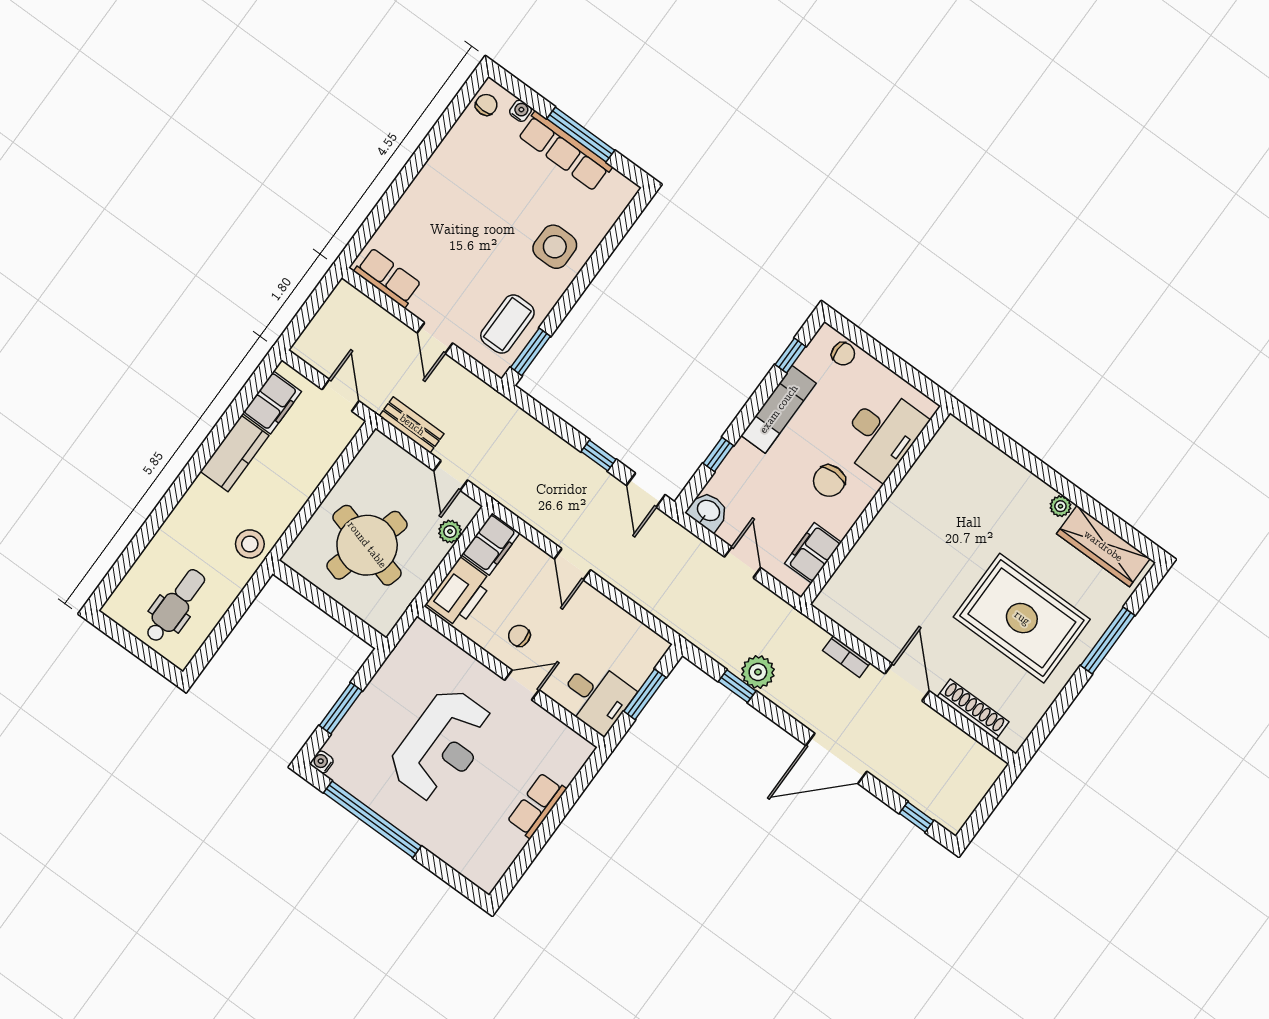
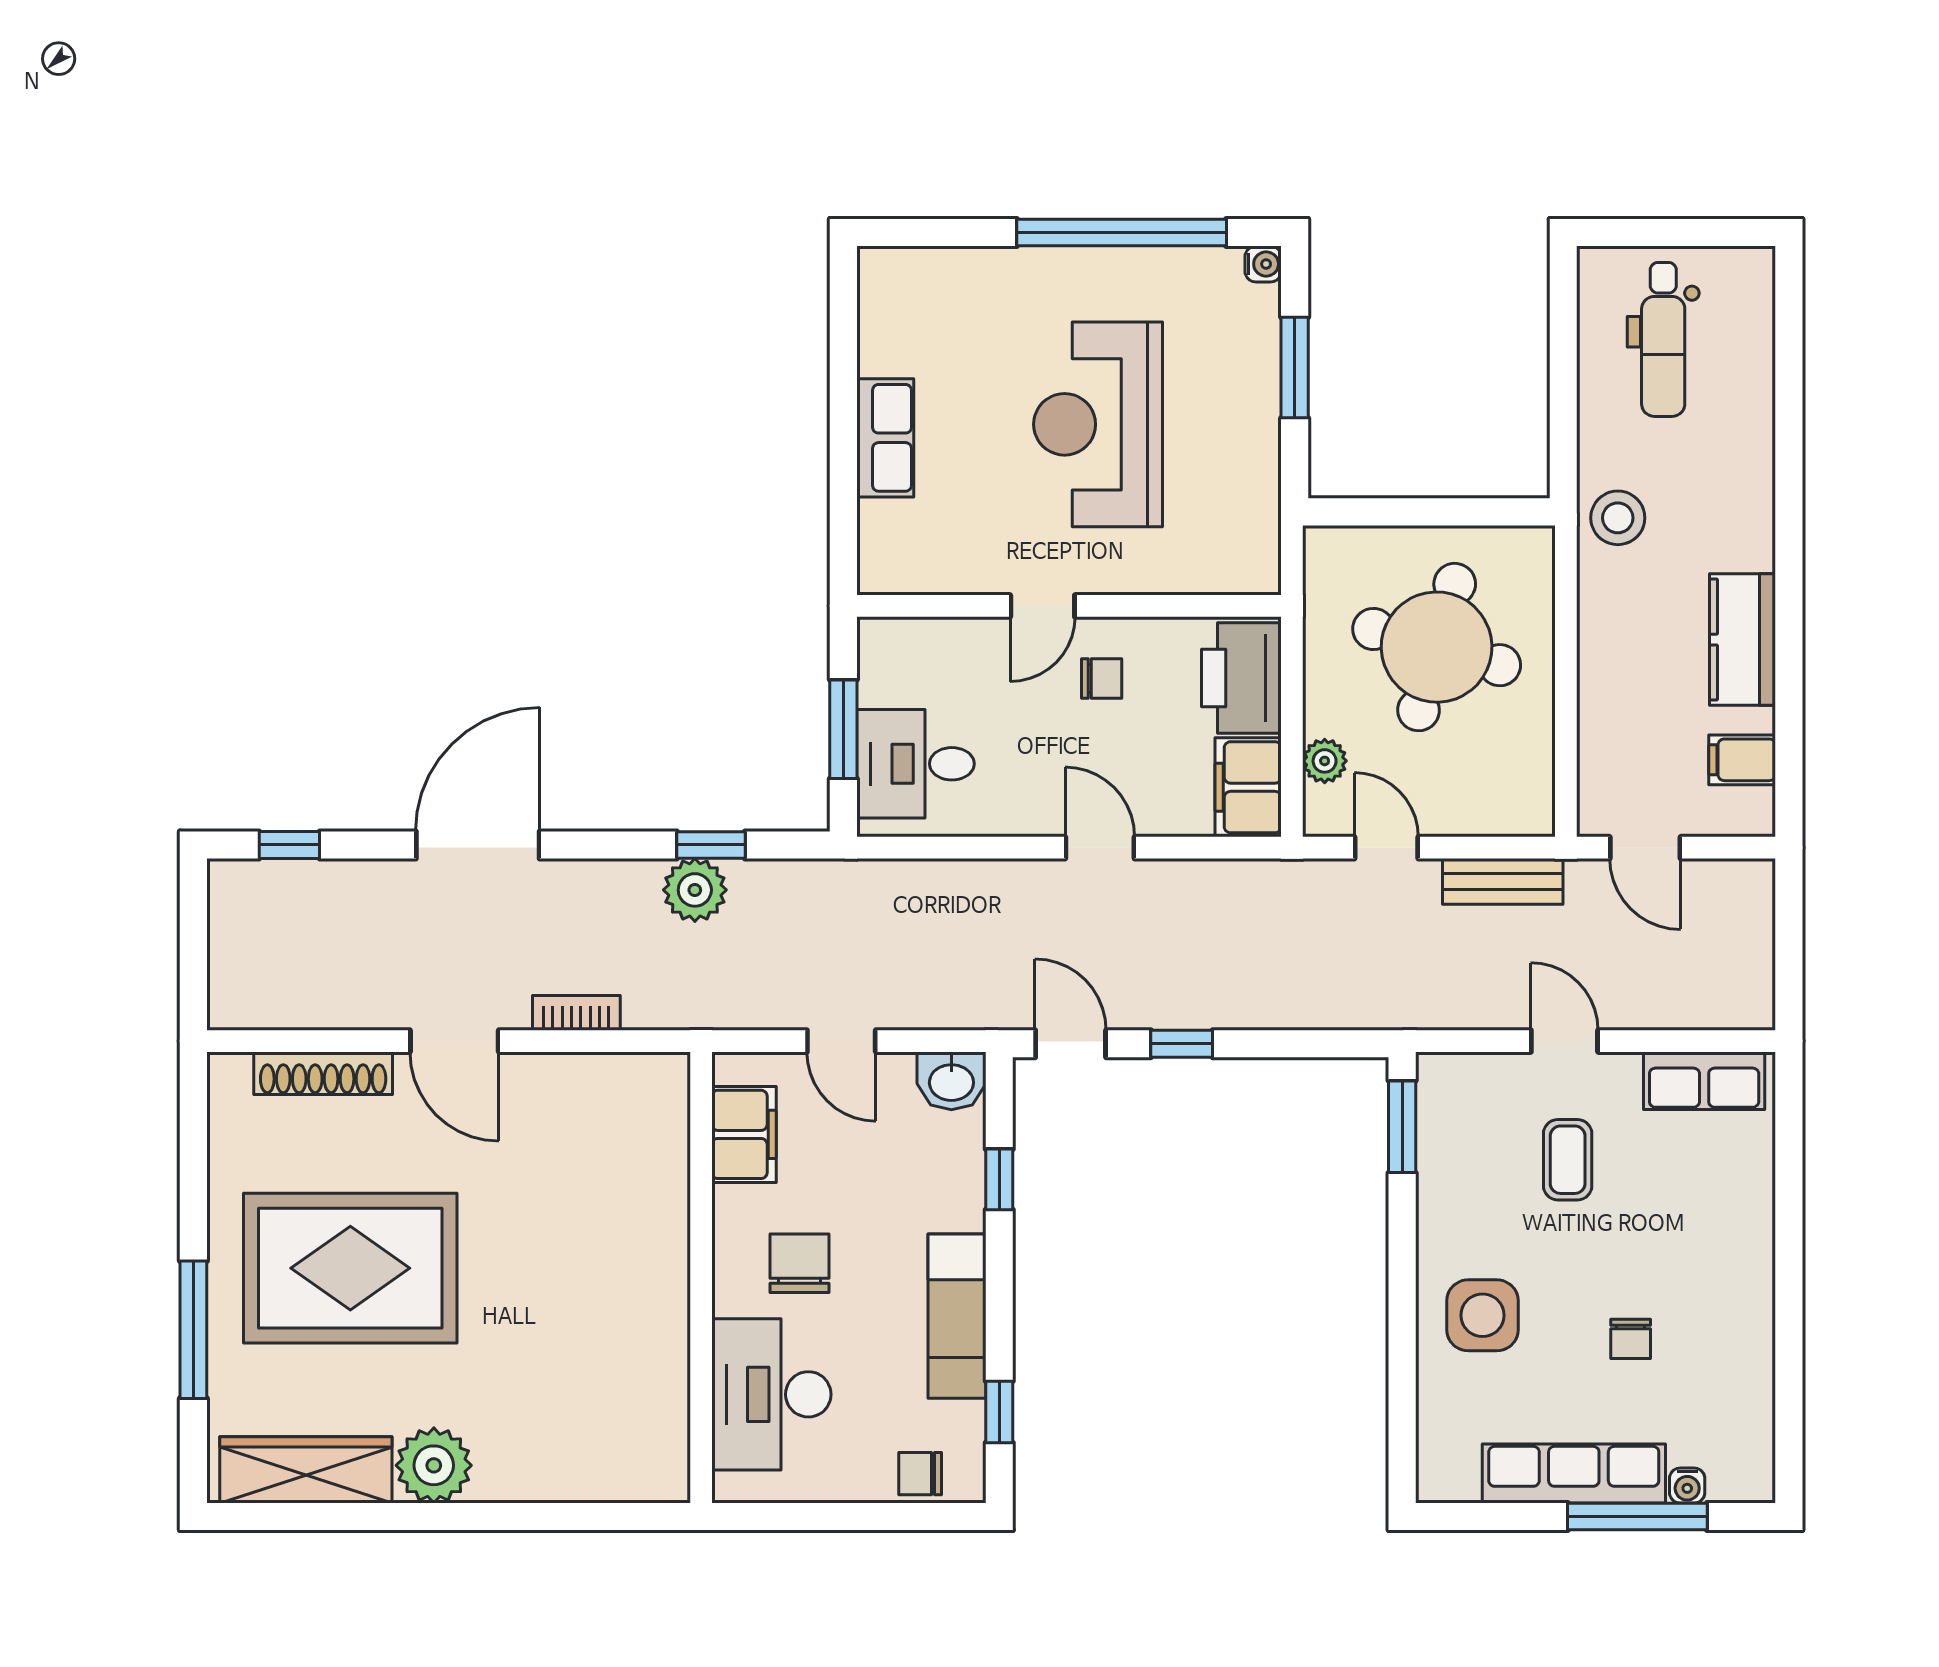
chair: (486, 105) -> (1631, 1339), moved
window: (581, 135) -> (1637, 1516), moved
coffee table: (507, 324) -> (1568, 1160), moved, width x0.73, depth x0.77
filing cabinet: (272, 402) -> (1742, 760), width x0.50
plant: (1060, 506) -> (434, 1465), width x1.88, depth x1.88
desk: (596, 697) -> (915, 764), moved

